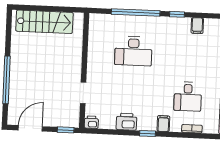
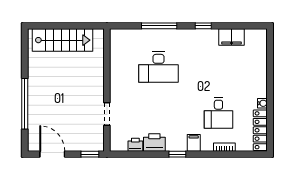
window: (136, 12) -> (159, 26), width x0.68
filing cabinet: (197, 26) -> (232, 37), width x2.00
printer: (91, 122) -> (135, 145), moved
door: (30, 128) -> (52, 154), hinge flipped

